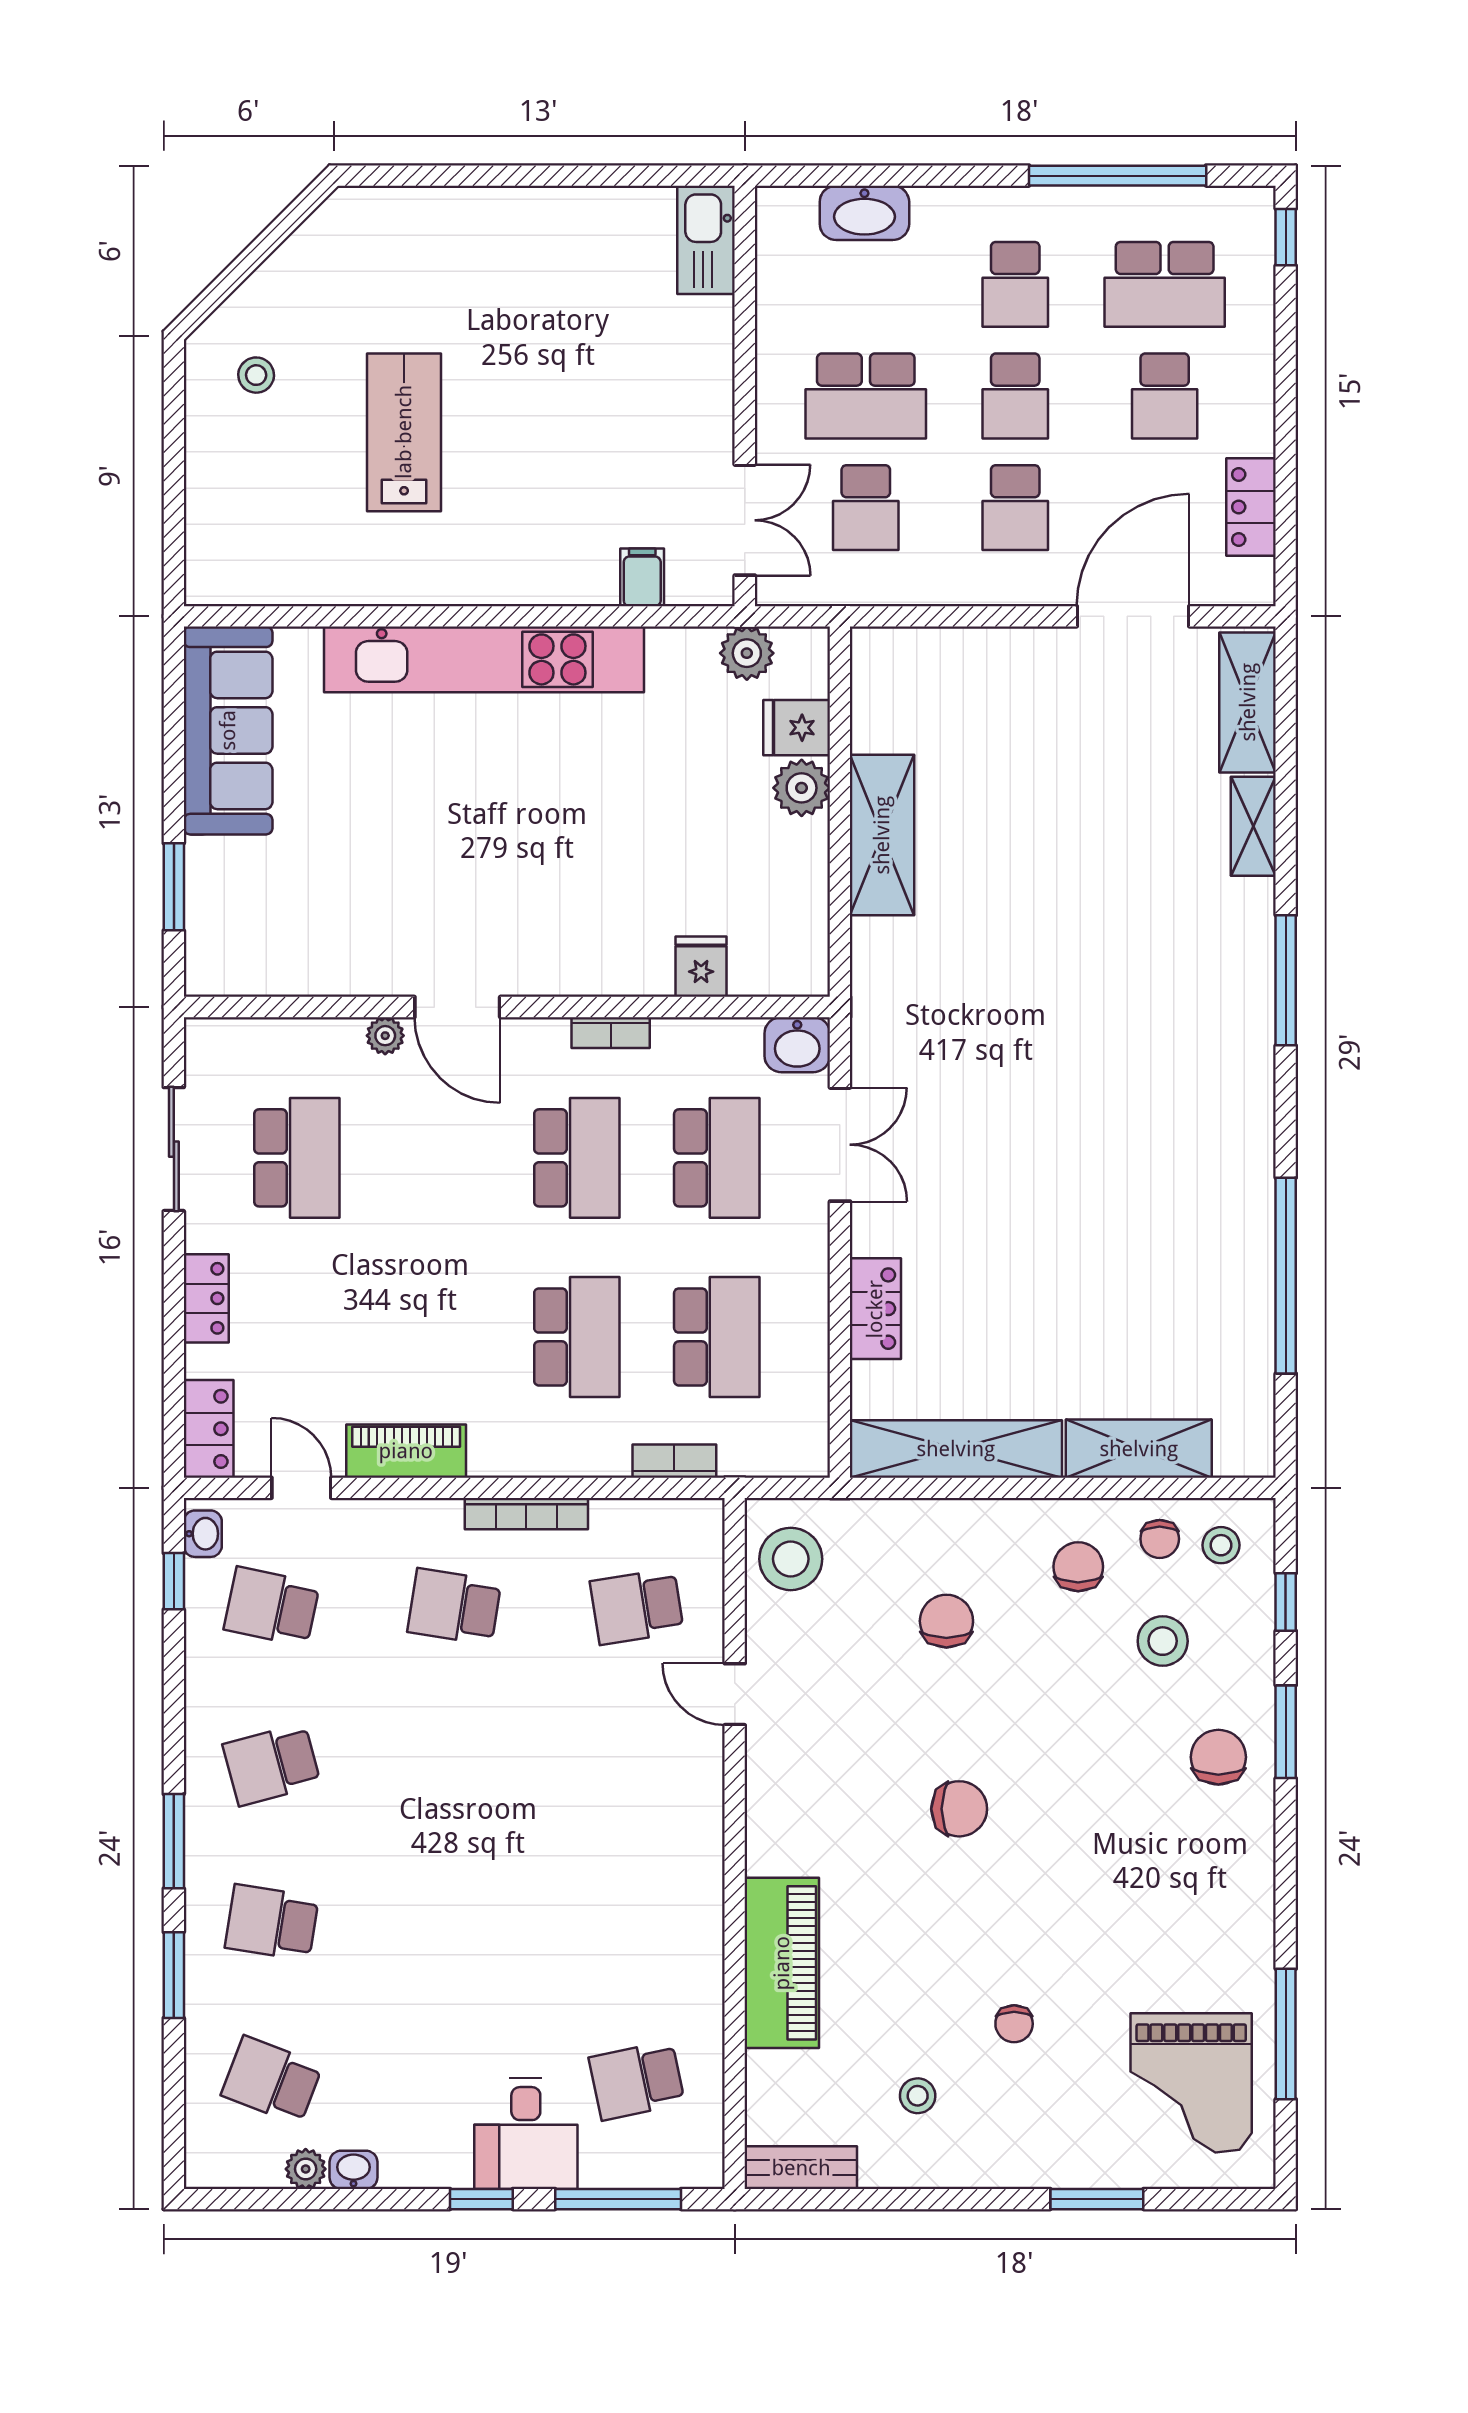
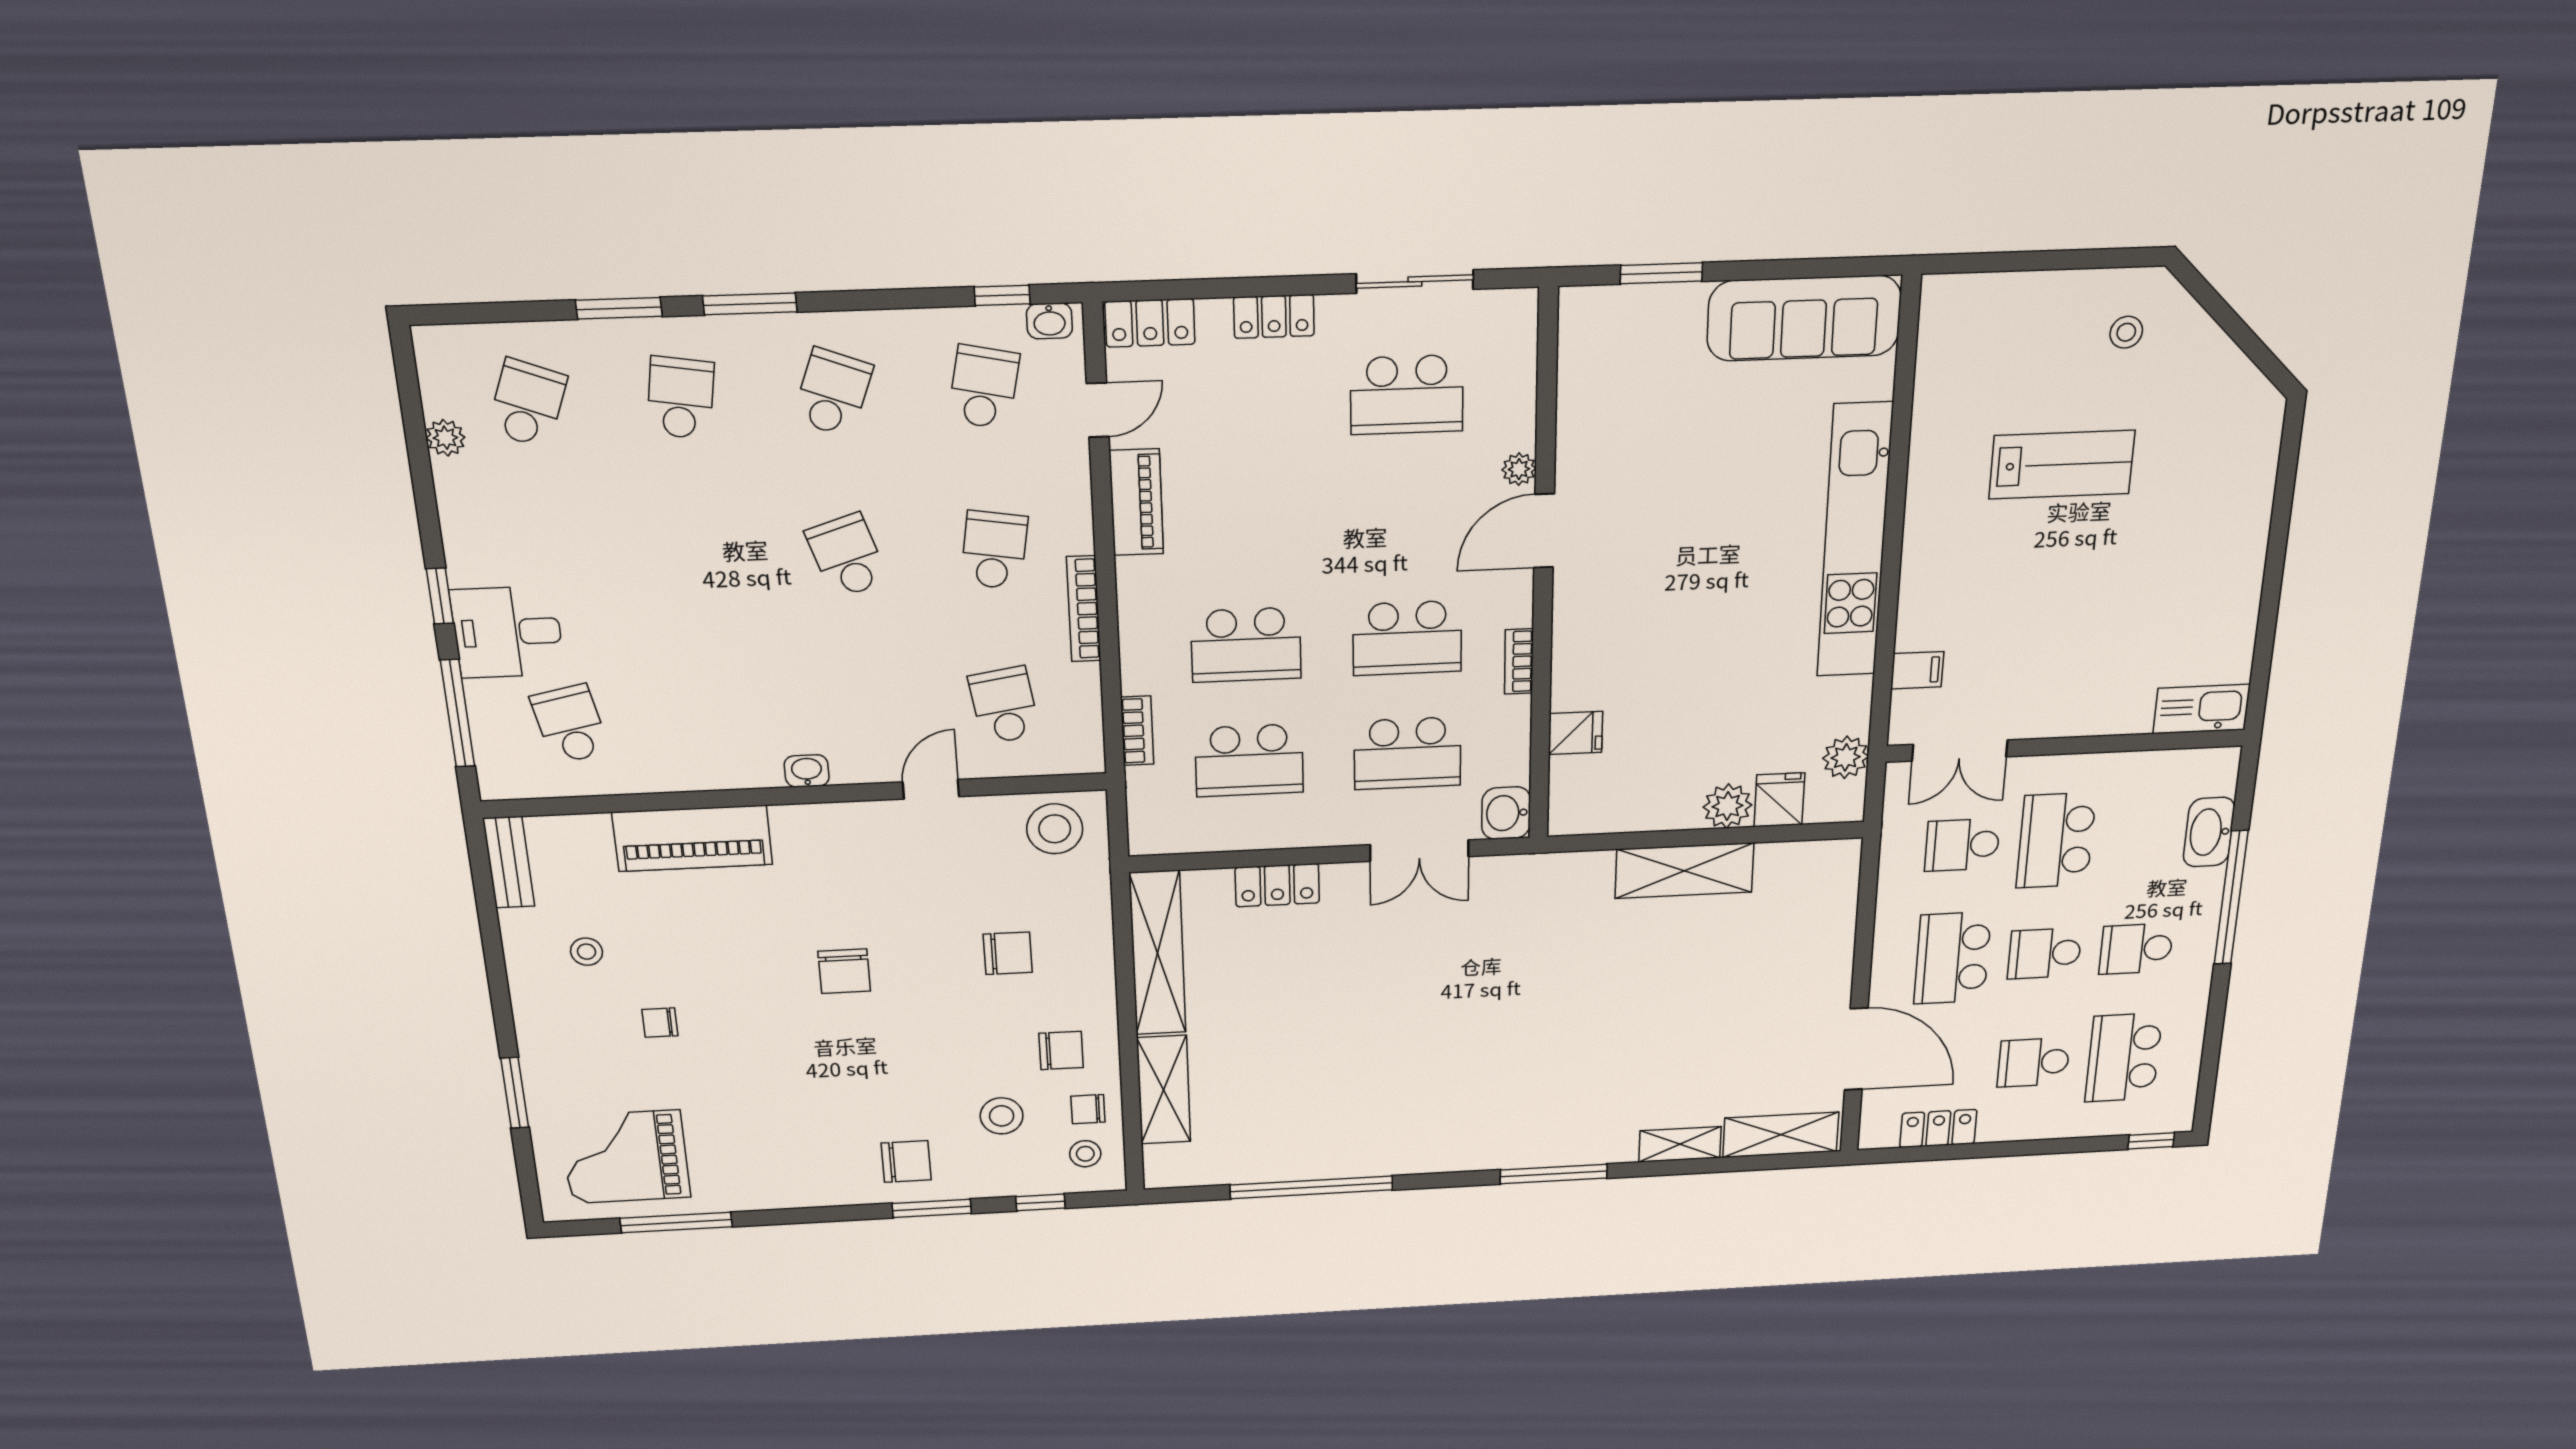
window: (1118, 176) -> (2231, 898), moved
school desk: (1015, 508) -> (1953, 958), width x1.85
school desk: (272, 1764) -> (833, 393), turned 36
school desk: (454, 1764) -> (847, 556), added
washbasin: (353, 2170) -> (807, 771), moved, turned -90

